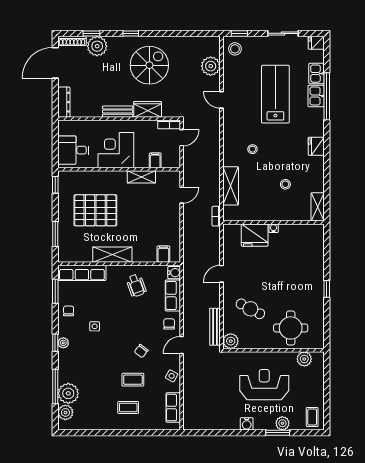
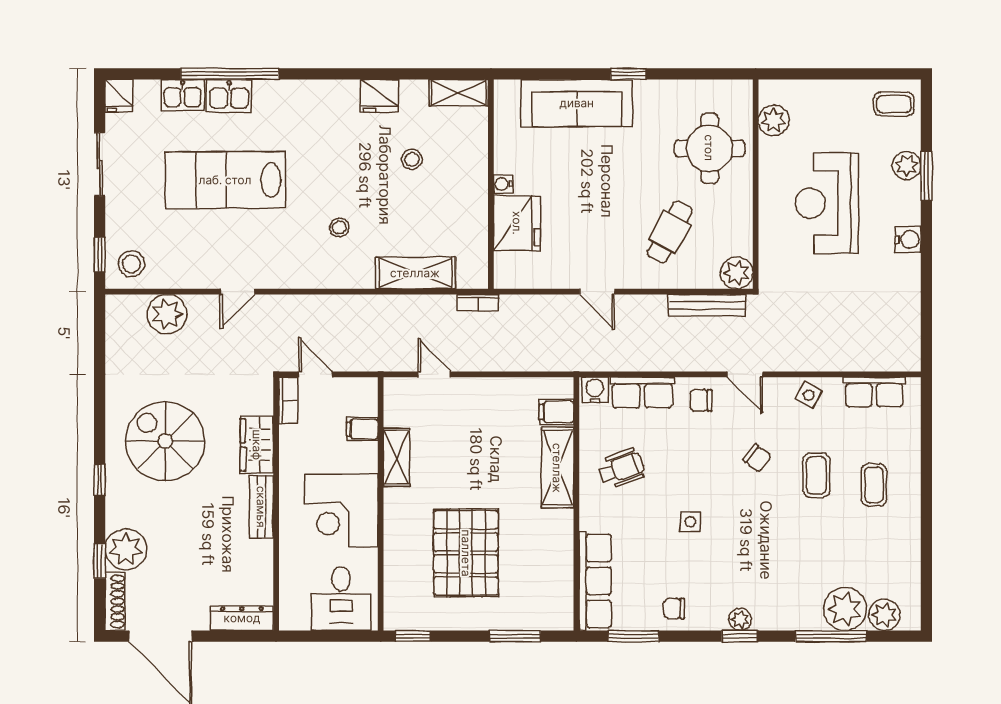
fridge: (316, 146) -> (379, 96), moved
shelving: (112, 255) -> (557, 468), moved
sofa: (313, 264) -> (577, 103), added
side table: (95, 326) -> (690, 522), moved

